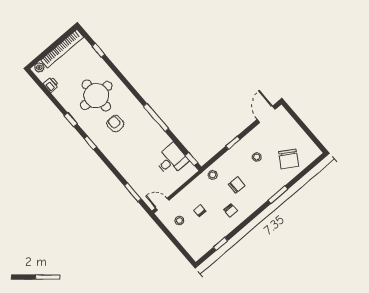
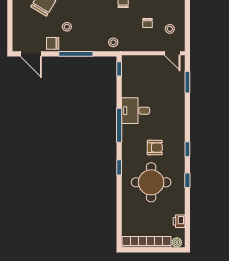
window: (98, 50) -> (119, 167), moved
door: (266, 114) -> (31, 54), hinge flipped
armchair: (115, 123) -> (155, 148), turned -88
window: (233, 143) -> (76, 54), width x2.17
desk: (171, 160) -> (136, 111), moved
chair: (237, 185) -> (53, 43), moved

